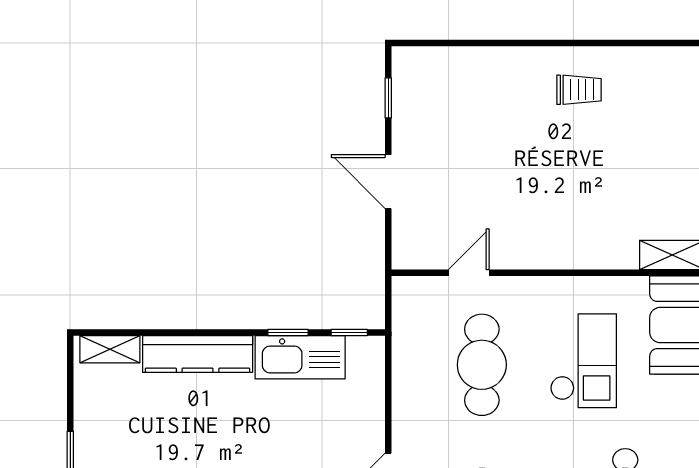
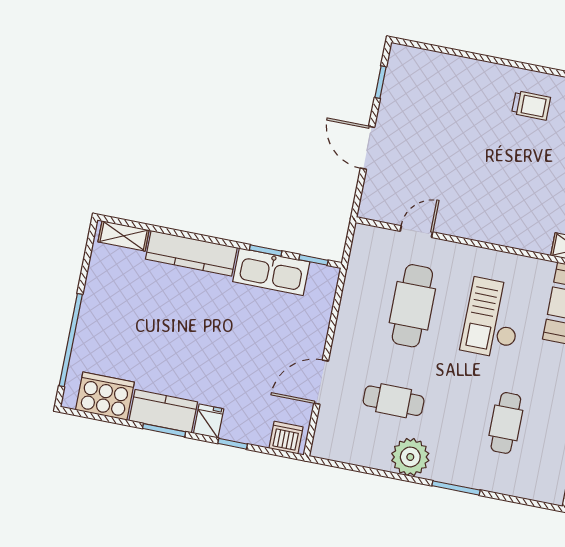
checkout: (583, 361) -> (493, 318), turned 180

